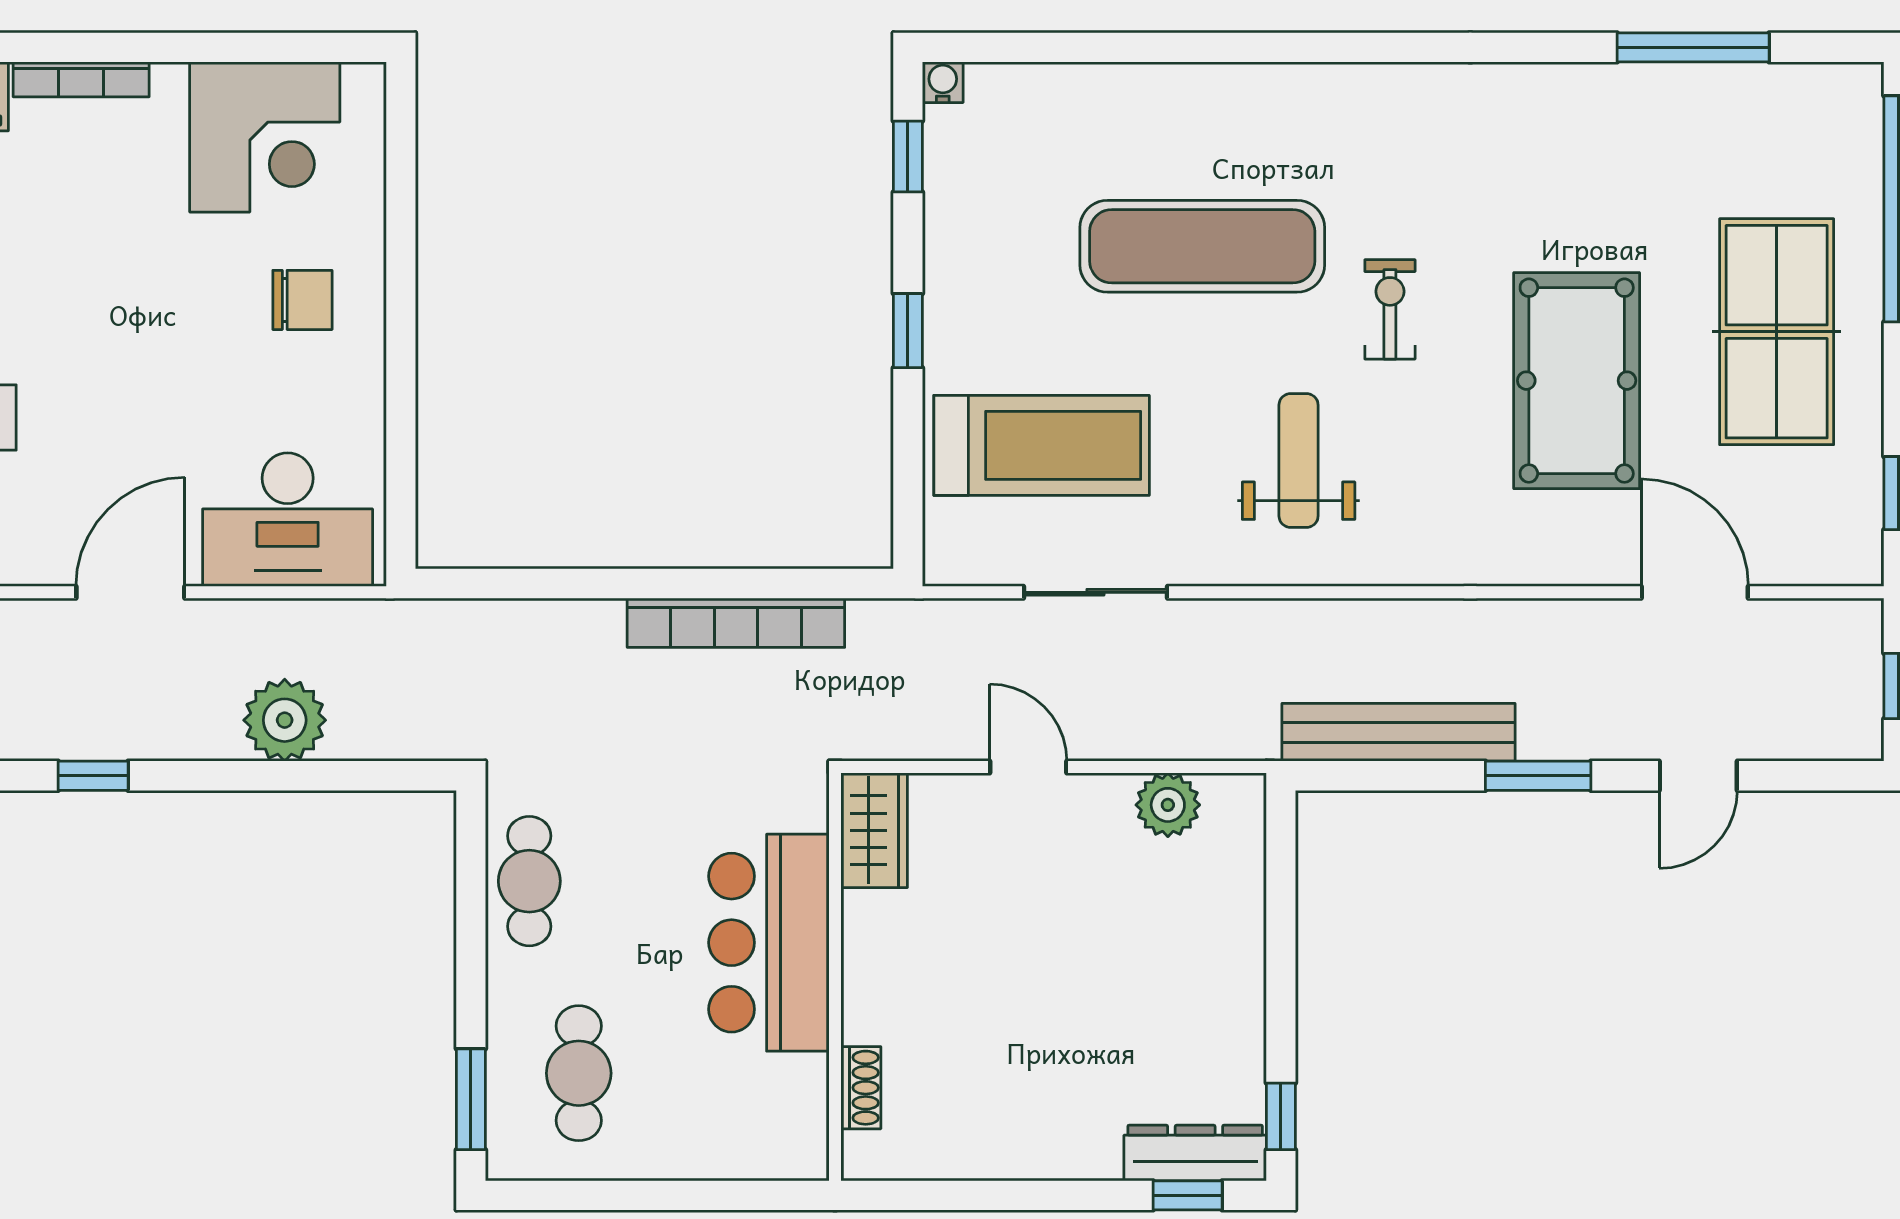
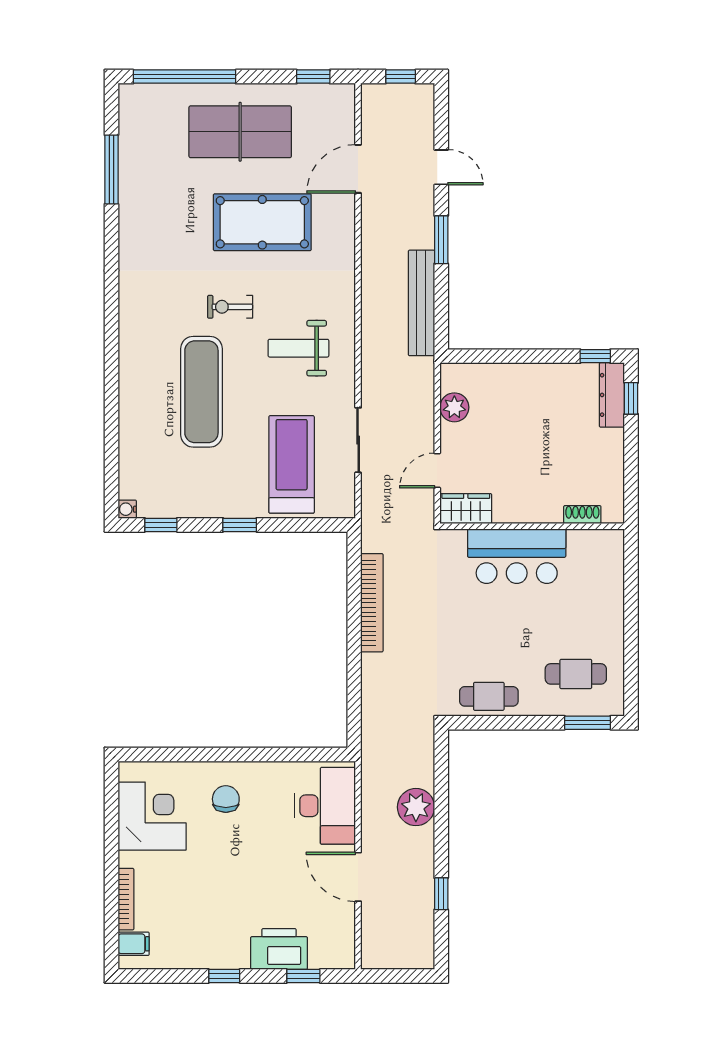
wardrobe: (874, 830) -> (466, 509), moved
bar counter: (769, 943) -> (517, 556), moved
wall: (835, 977) -> (532, 526), moved
shoe rack: (861, 1088) -> (582, 515), moved

